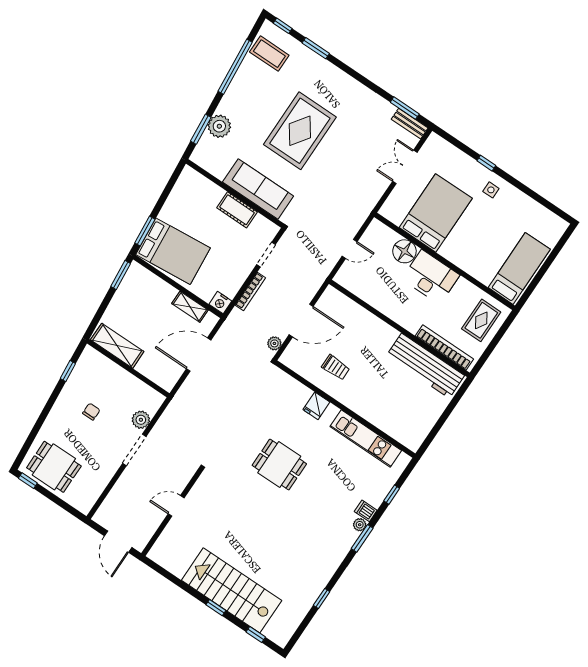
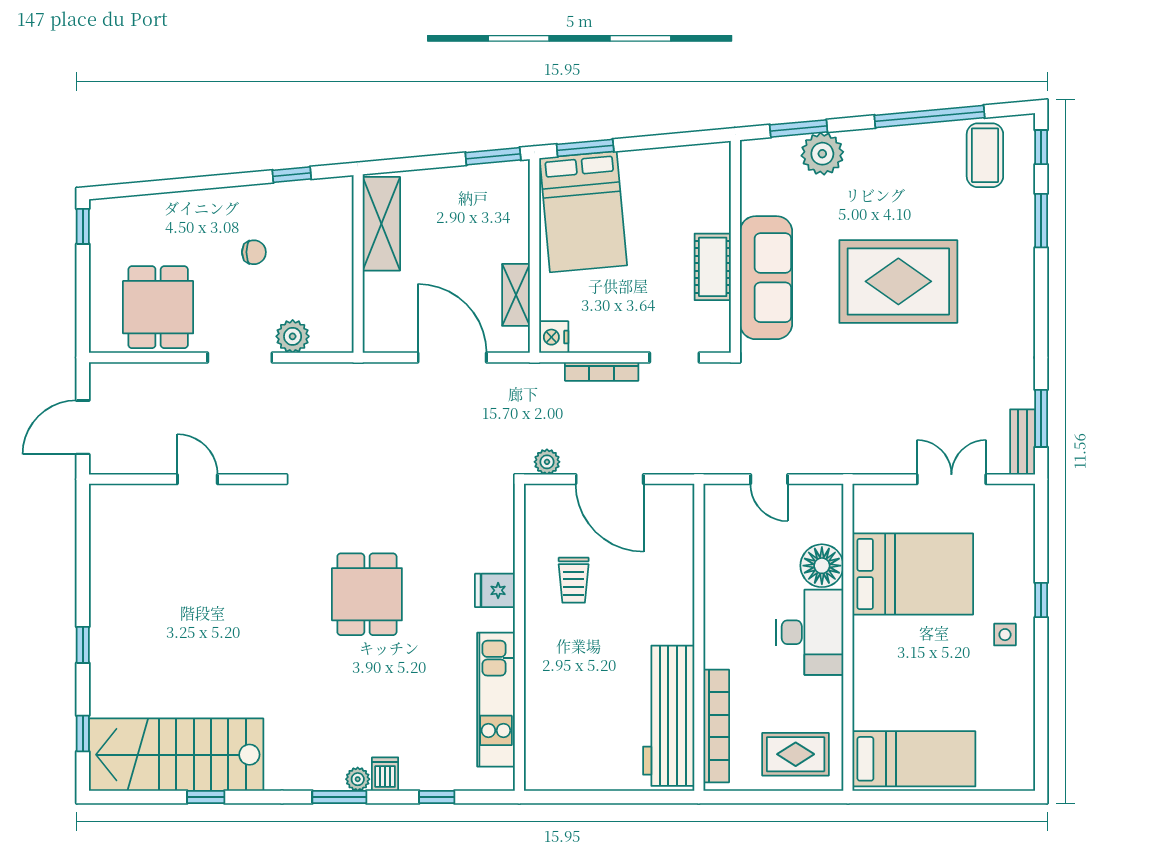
dining table: (54, 467) -> (158, 307), moved
stairs: (232, 590) -> (176, 755), moved, turned -90

